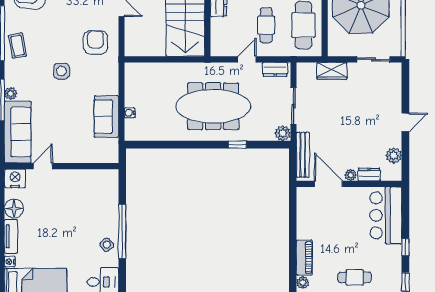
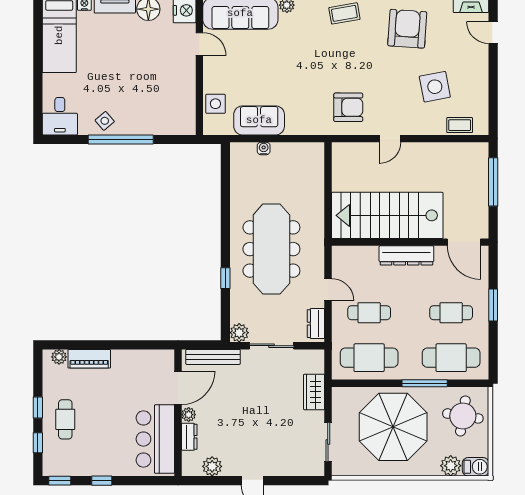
side table: (62, 71) -> (215, 104), moved
bar counter: (386, 215) -> (155, 439), moved, turned -90

